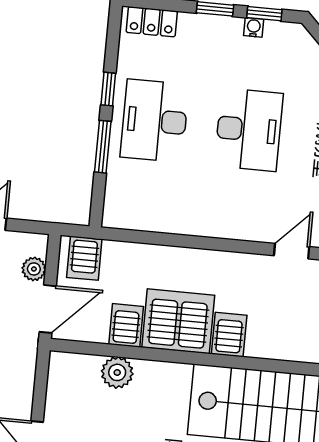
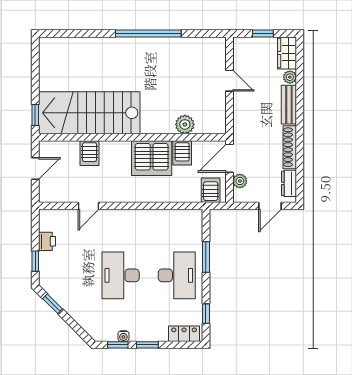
window: (108, 89) -> (206, 314), moved
server rack: (229, 335) -> (89, 153), moved

